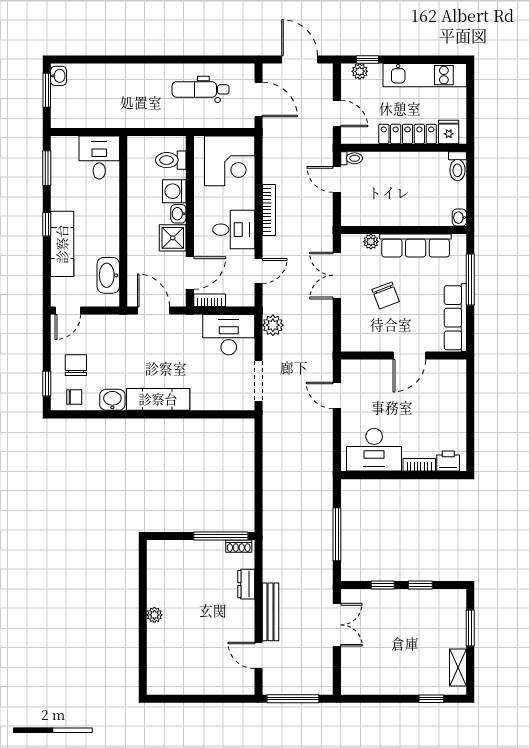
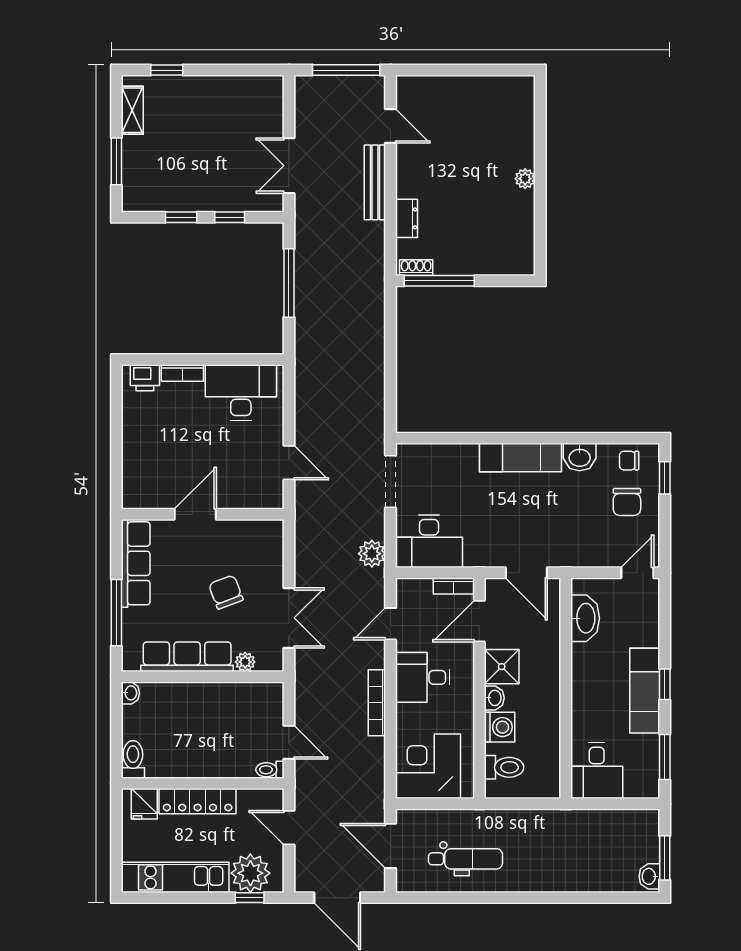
plant: (360, 71) -> (250, 873), width x1.88, depth x1.88
exam couch: (62, 244) -> (645, 691), moved

